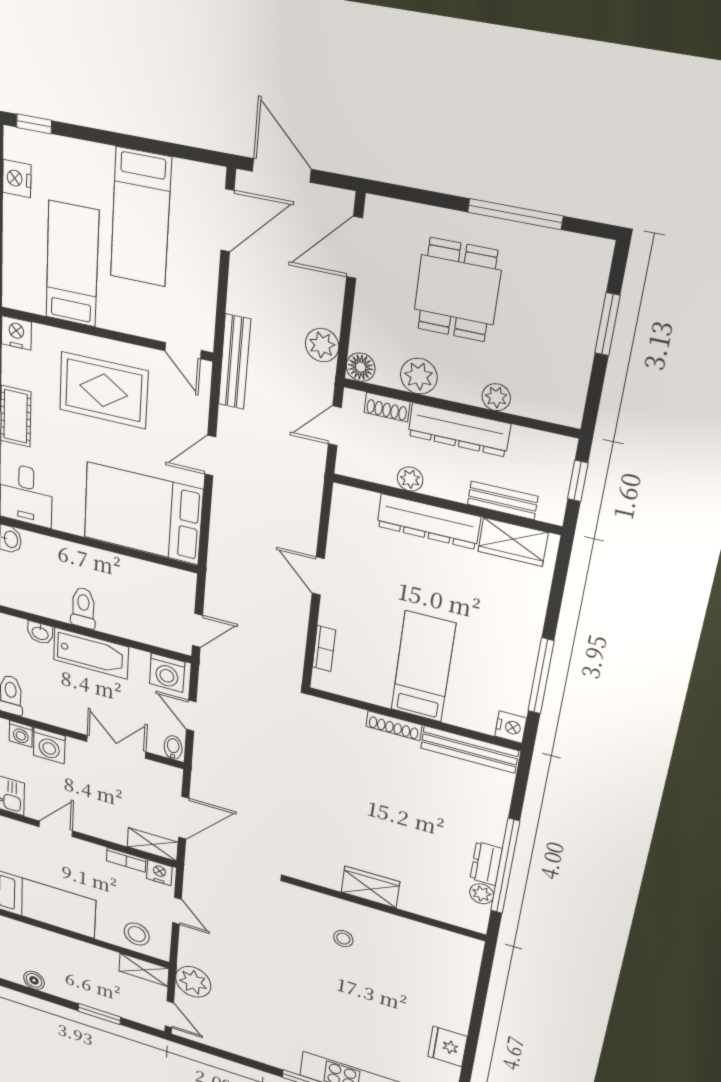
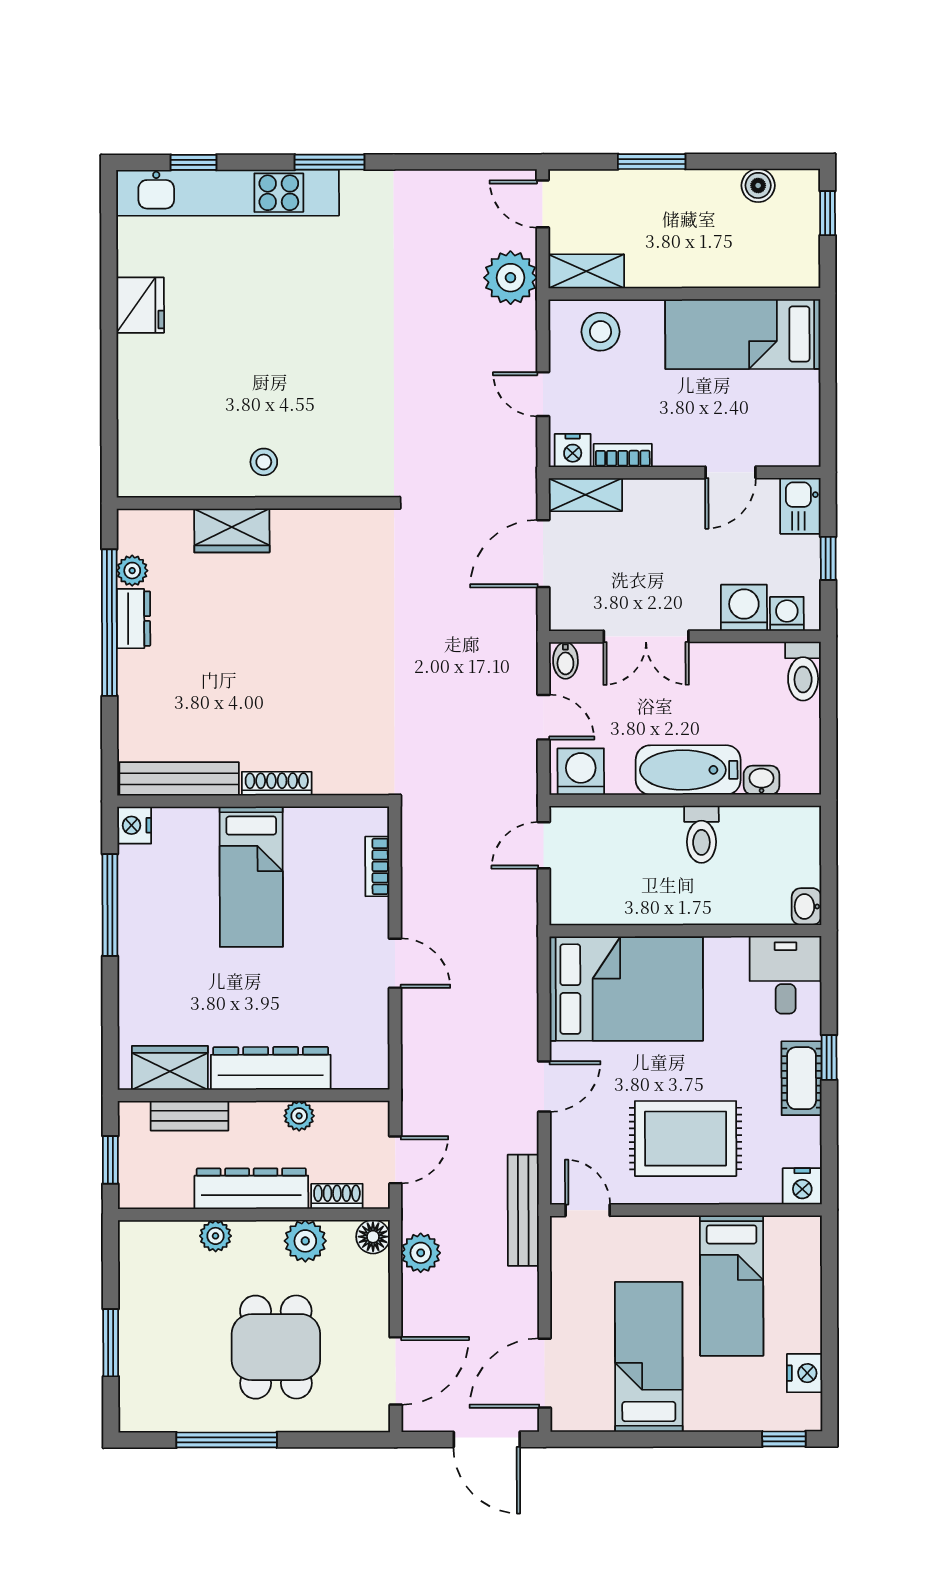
wardrobe: (370, 887) -> (232, 531), moved
stool: (343, 939) -> (264, 462), moved

